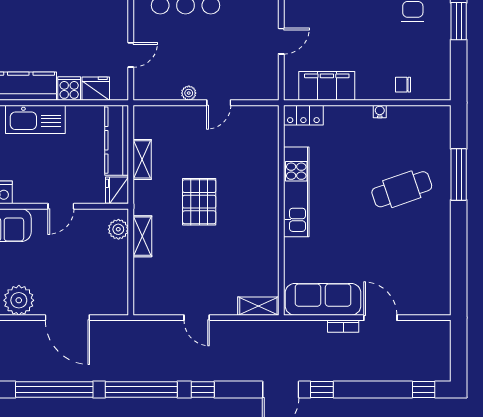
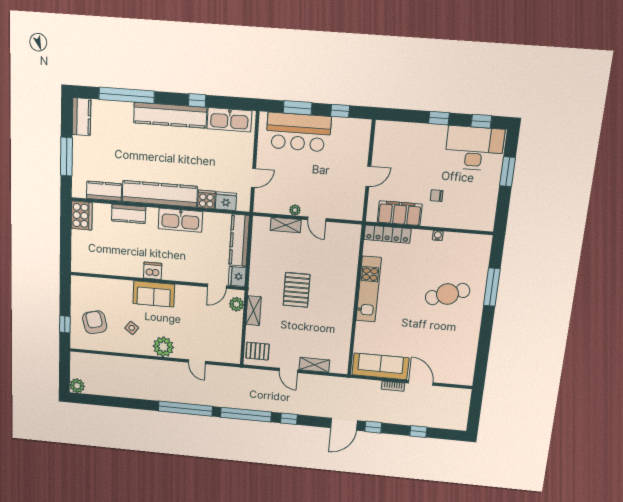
chair: (403, 85) -> (437, 196), moved
door: (219, 103) -> (317, 219), hinge flipped
locker: (303, 115) -> (387, 234), width x1.53
shelving: (142, 159) -> (286, 225), moved, turned 90
door: (61, 206) -> (217, 286), moved
pallet: (152, 294) -> (257, 351), added
shelving: (258, 306) -> (314, 365), moved
door: (67, 318) -> (197, 362), width x0.53
window: (424, 390) -> (418, 431), moved

